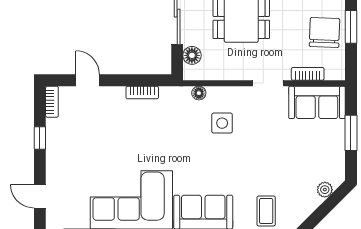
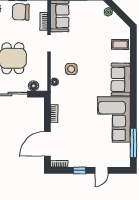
door: (88, 80) -> (47, 144), width x1.87
door: (40, 196) -> (101, 170), moved

